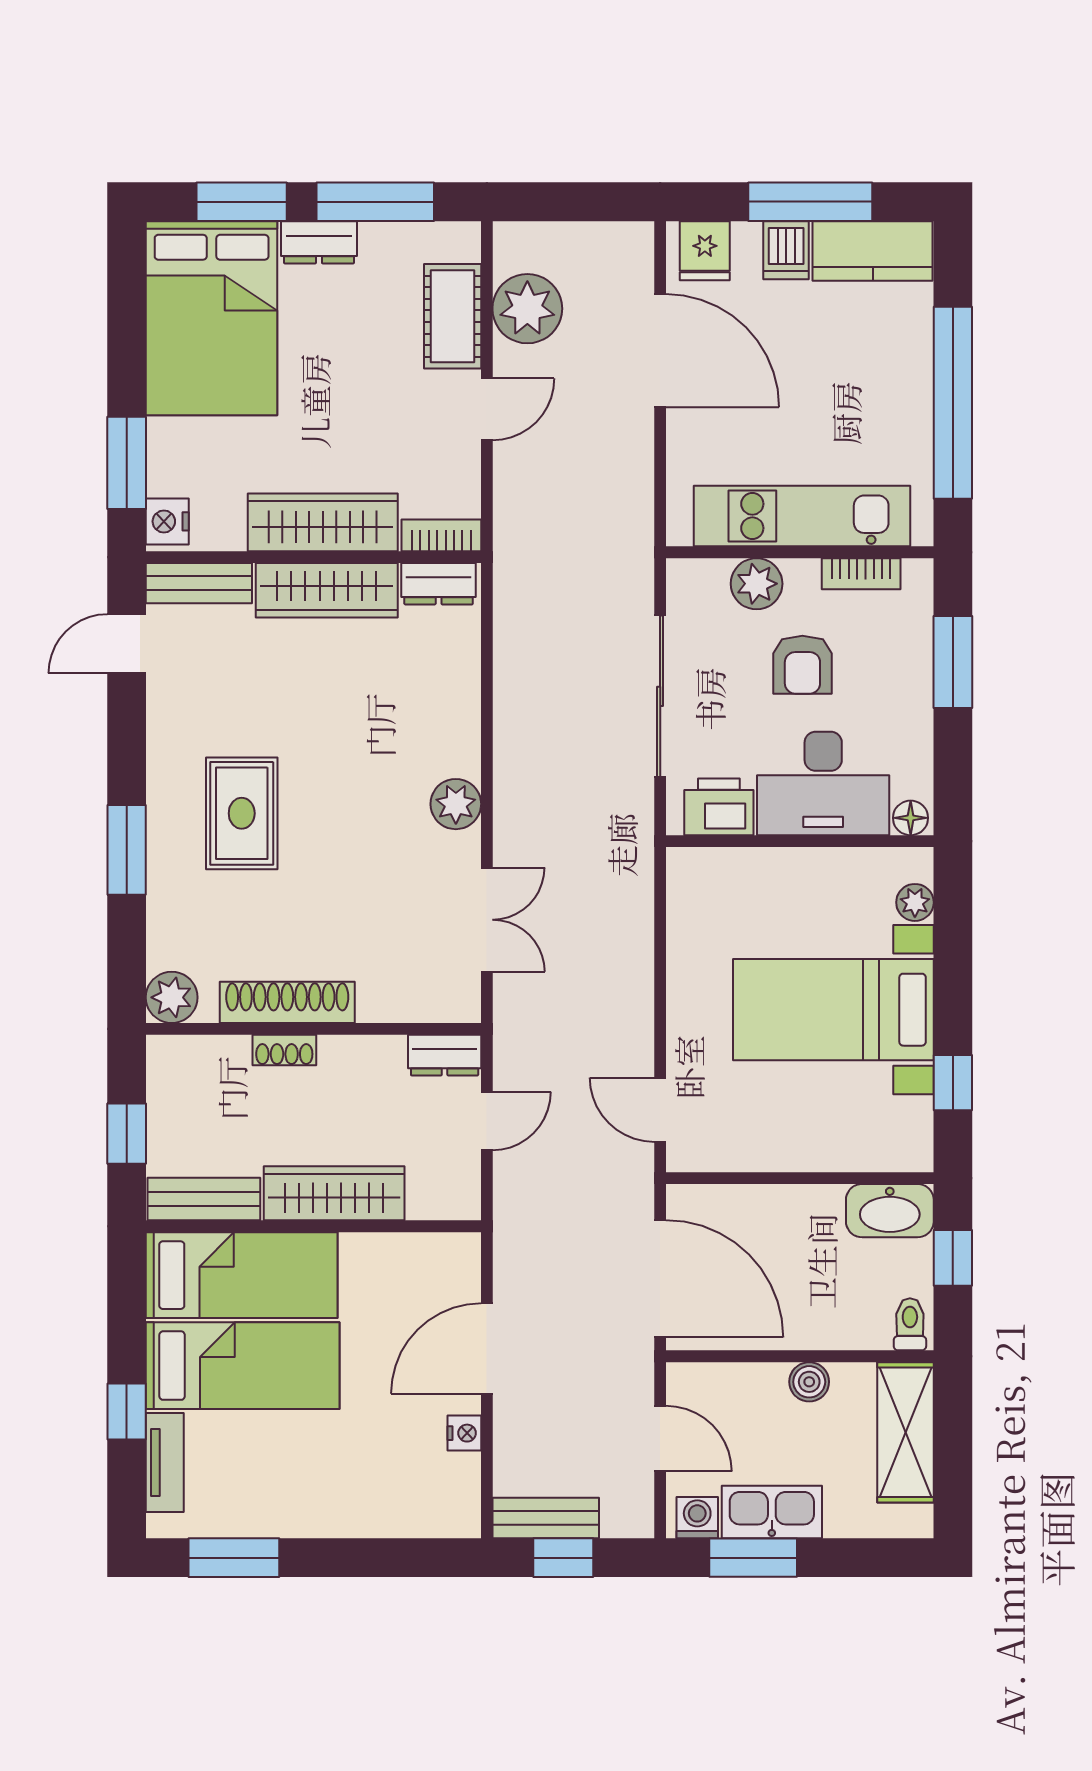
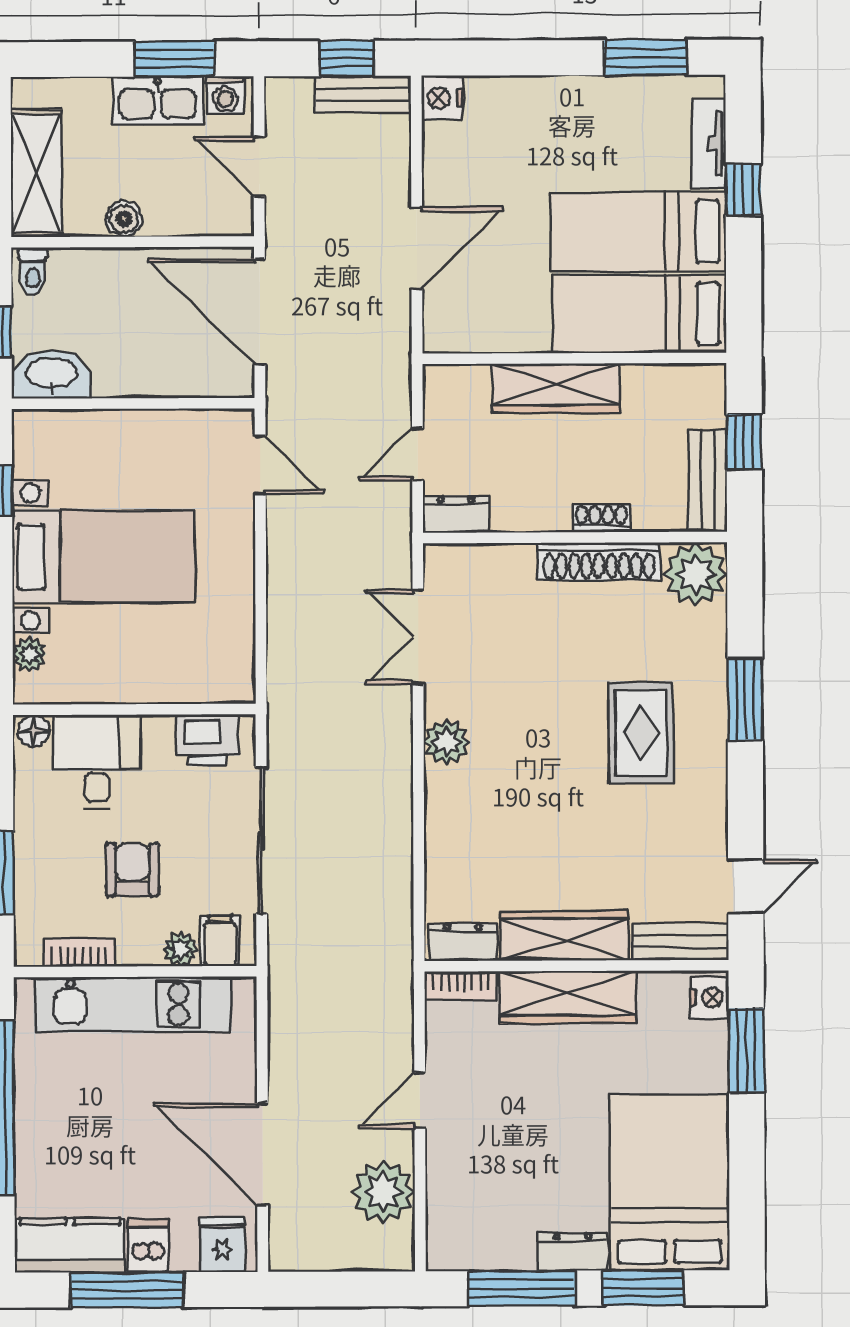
cot: (453, 316) -> (451, 1185), removed
plant: (757, 584) -> (181, 949), width x0.73, depth x0.73
filing cabinet: (706, 586) -> (220, 941), added
desk: (823, 783) -> (97, 762), width x0.73
plant: (172, 997) -> (695, 574), width x1.36, depth x1.36
bench: (204, 1199) -> (707, 481), moved, turned 90
nightstand: (464, 1433) -> (442, 98), moved, width x1.39, depth x1.35

